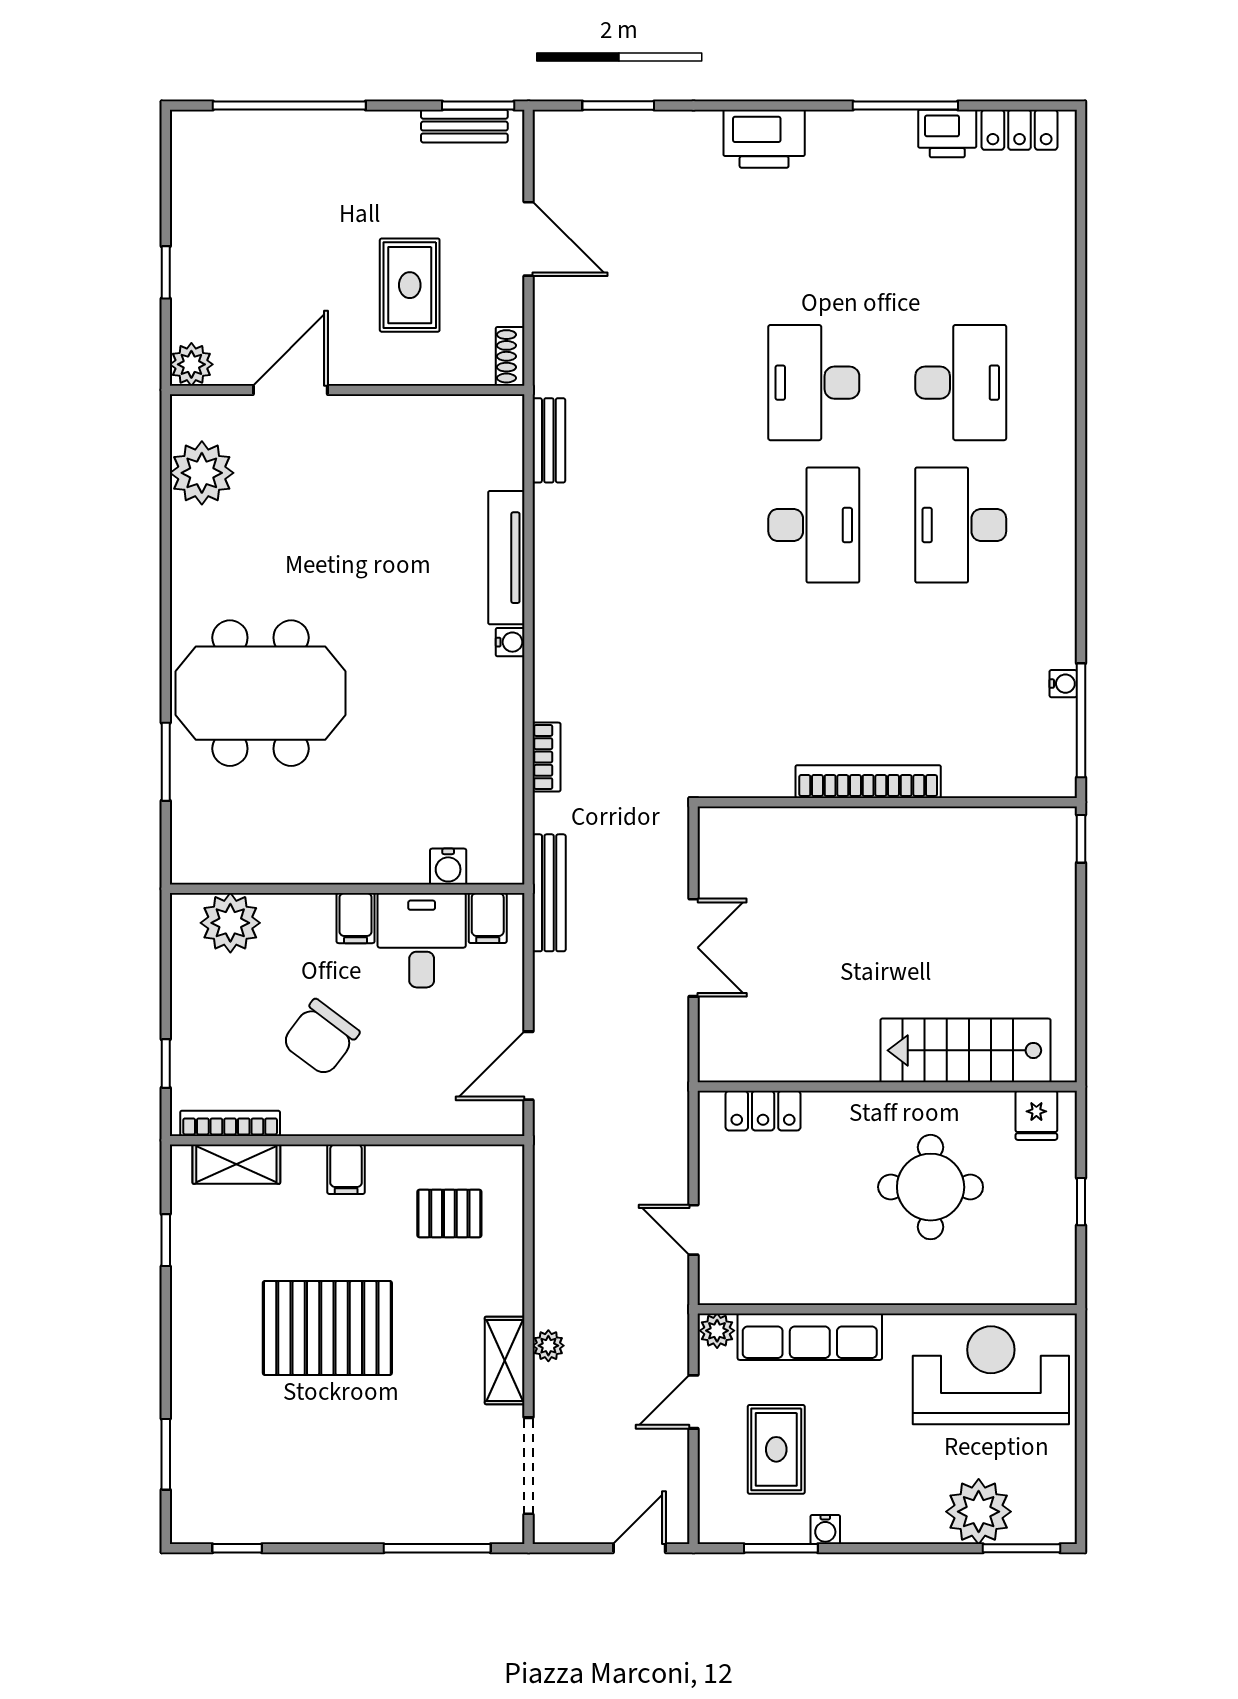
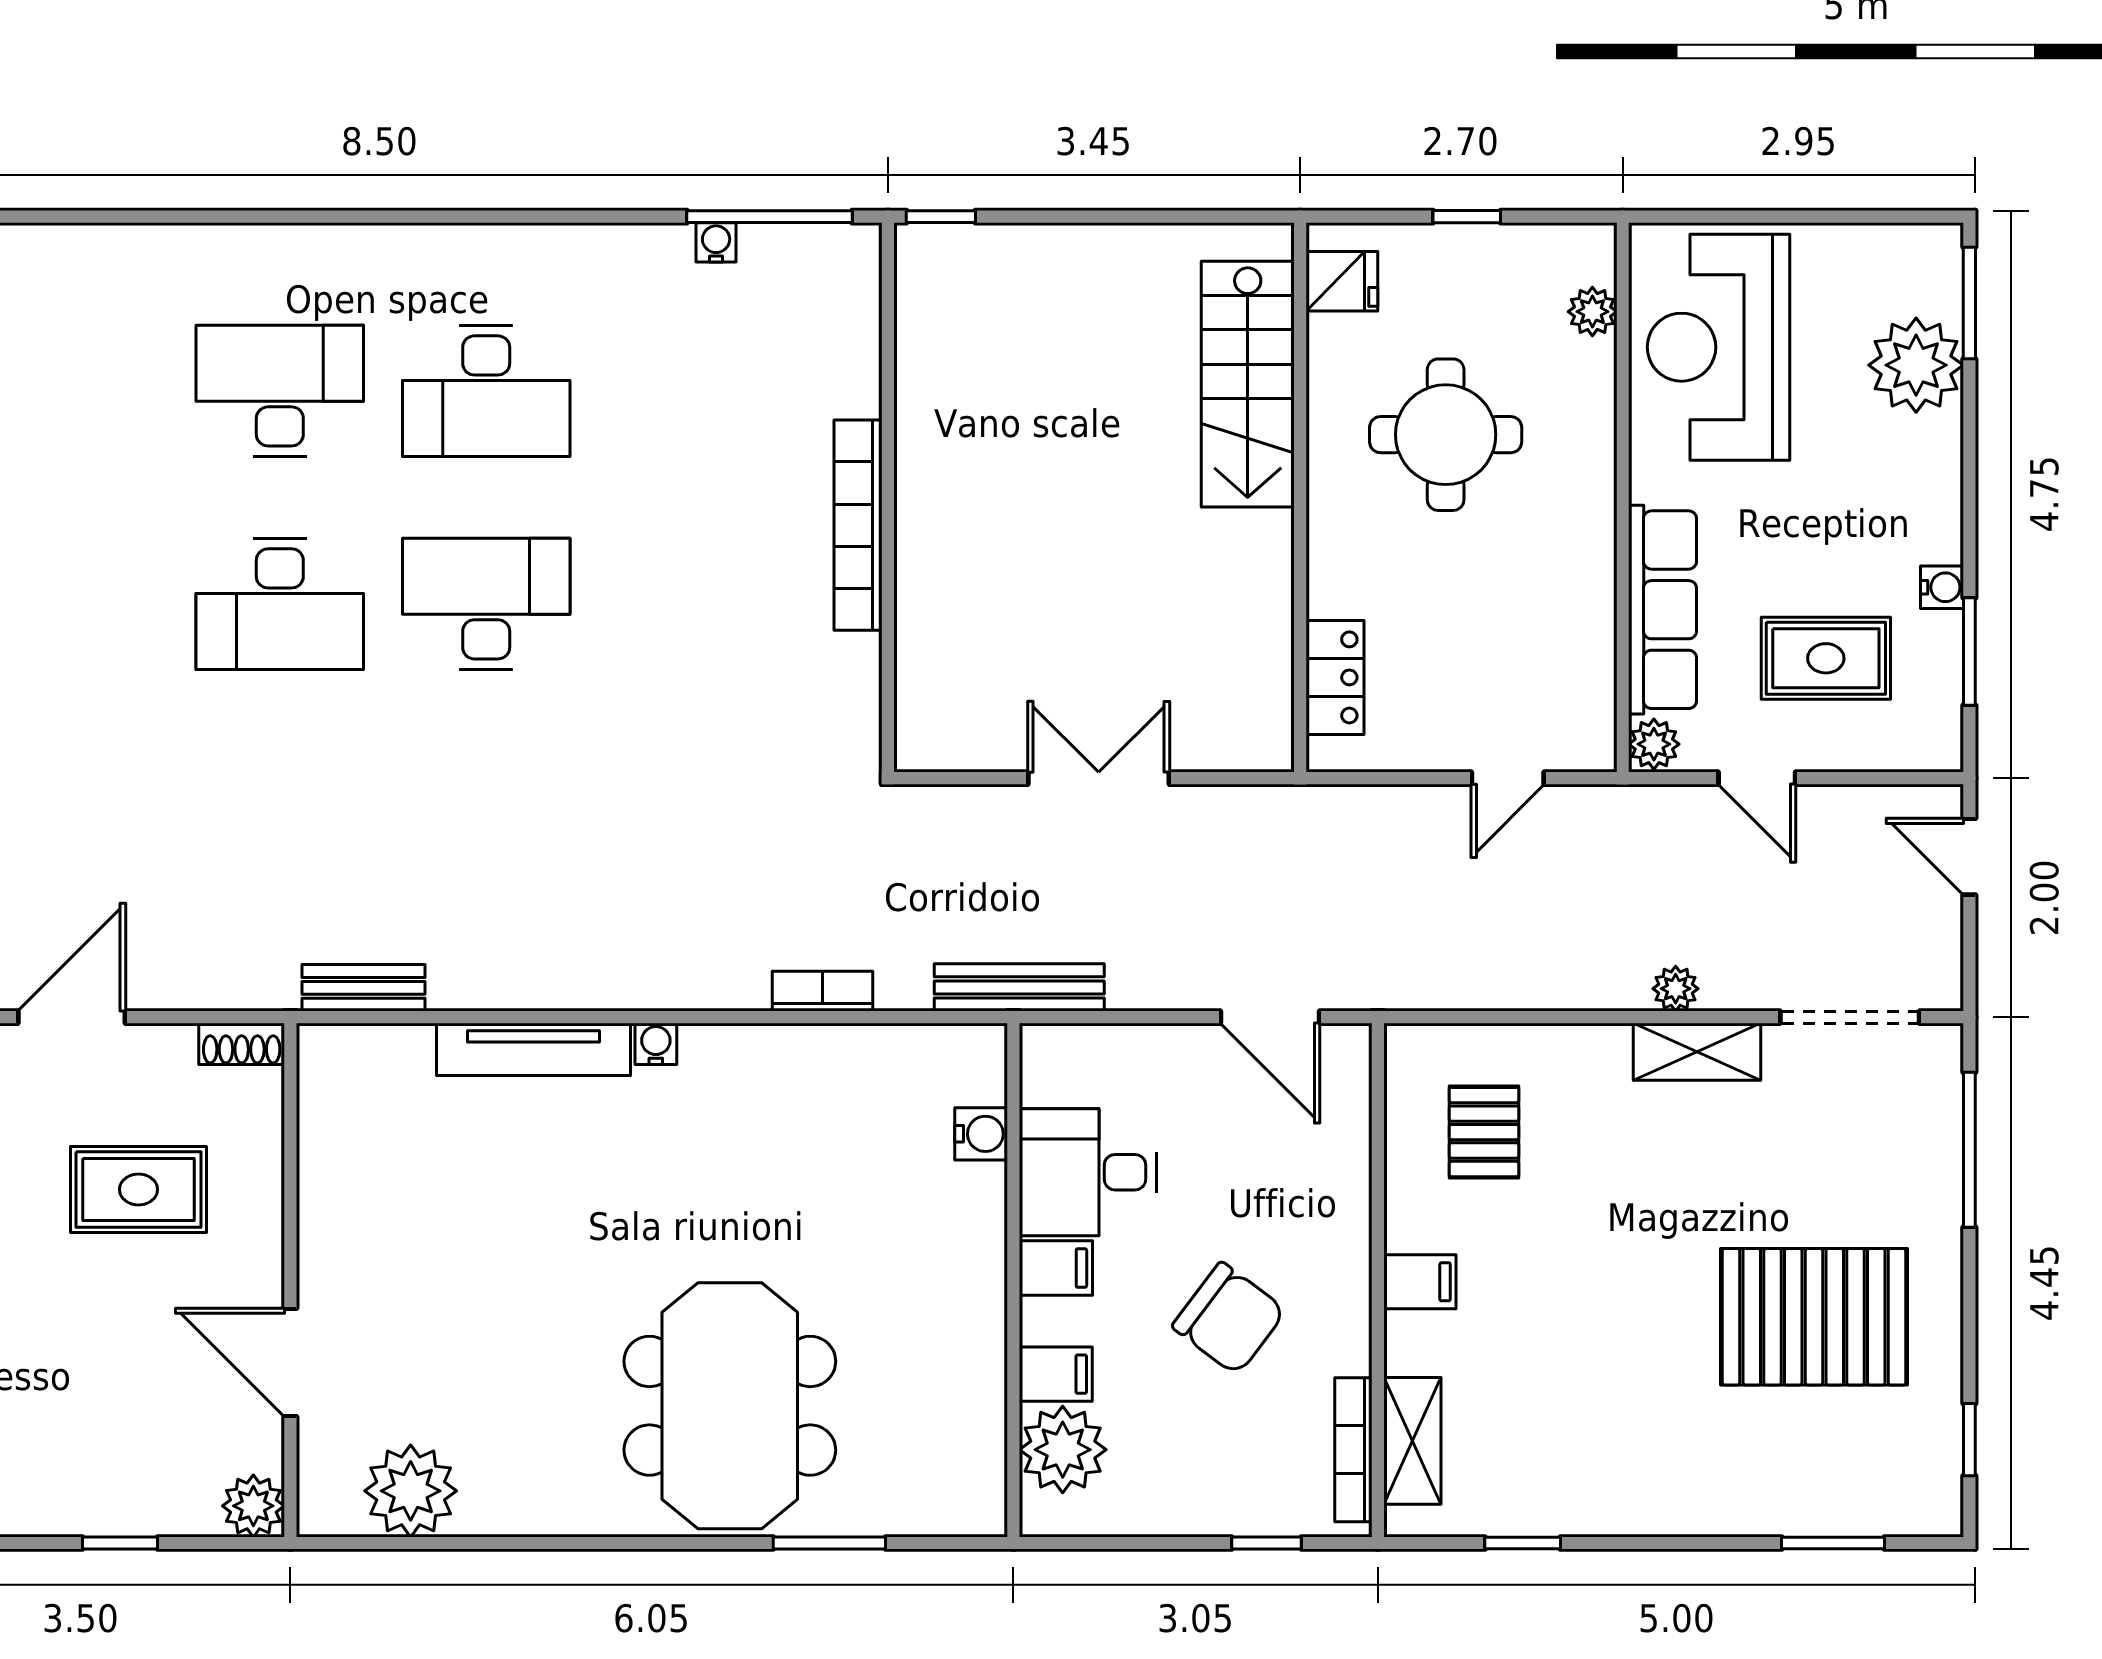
filing cabinet: (488, 918) -> (1056, 1374), moved
plant: (1015, 1288) -> (1592, 312), added
pallet: (327, 1328) -> (1814, 1317), moved, turned 90

